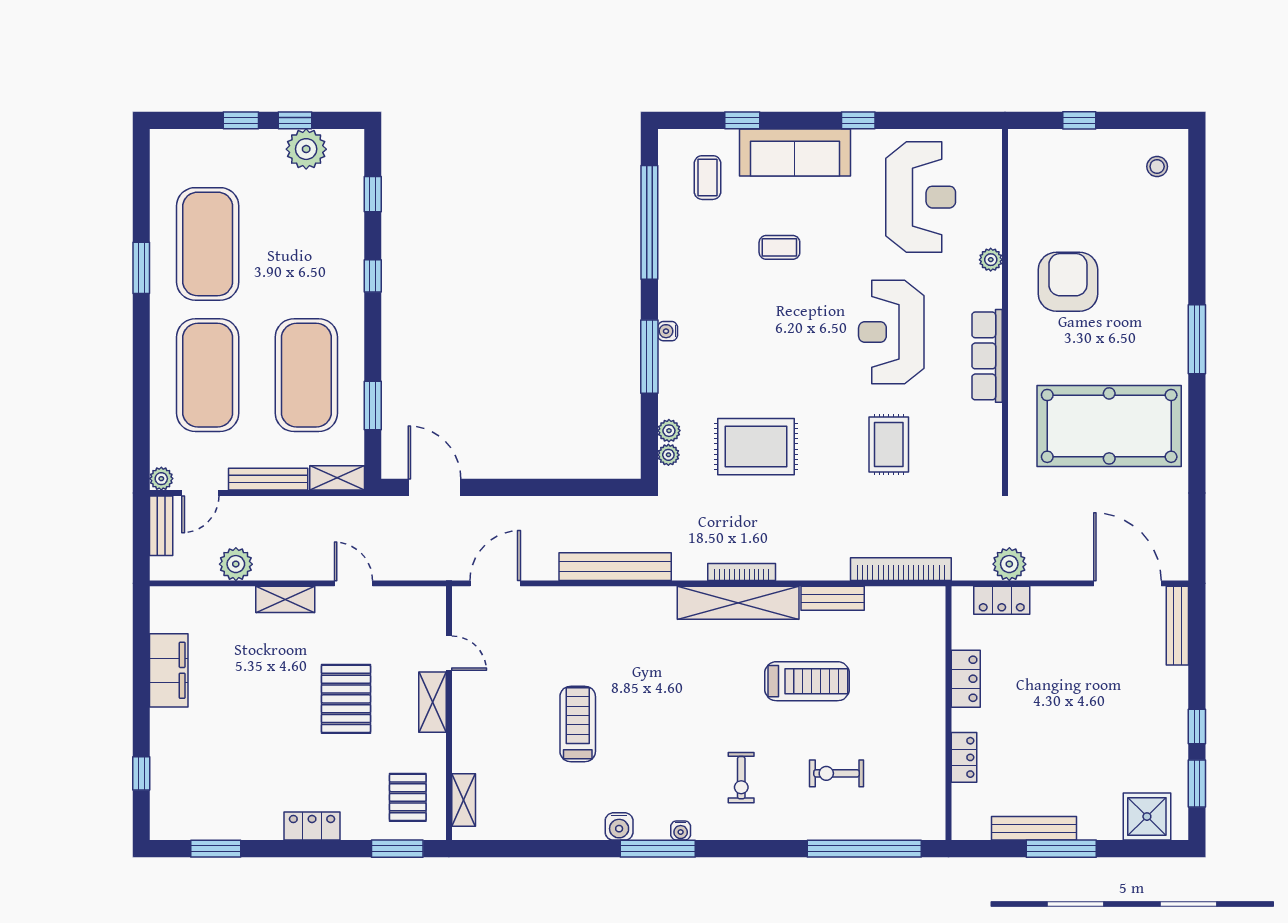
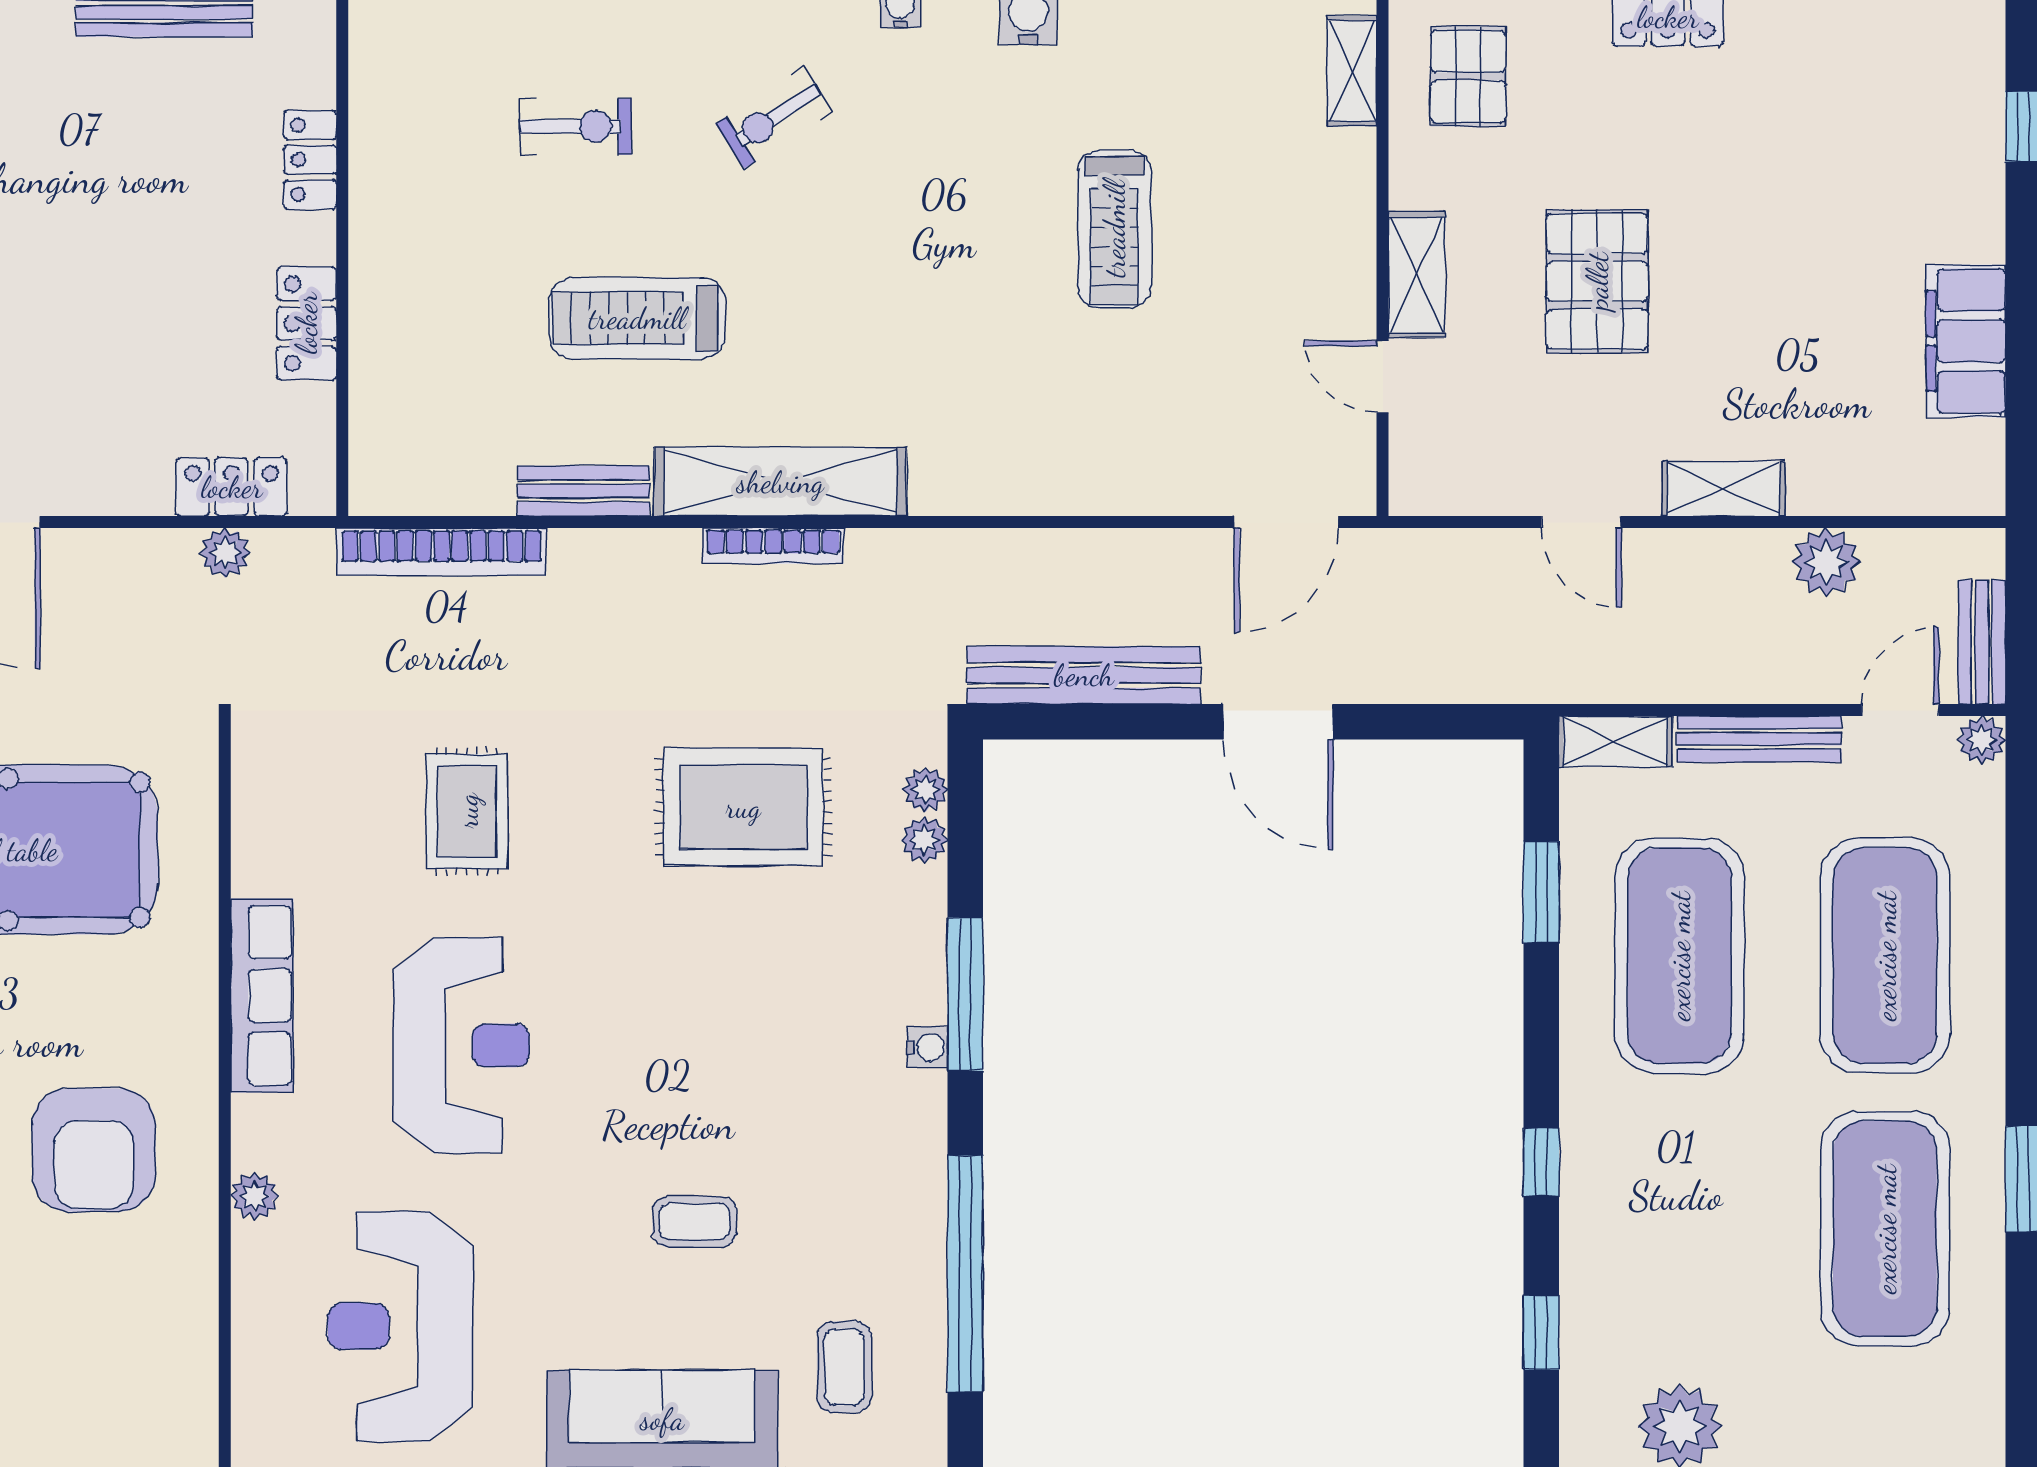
door: (434, 487) -> (1278, 722), moved
plant: (1009, 564) -> (225, 553), width x0.73, depth x0.73
bench: (615, 567) -> (1084, 675), moved
exercise bike: (741, 778) -> (774, 117), turned -123

